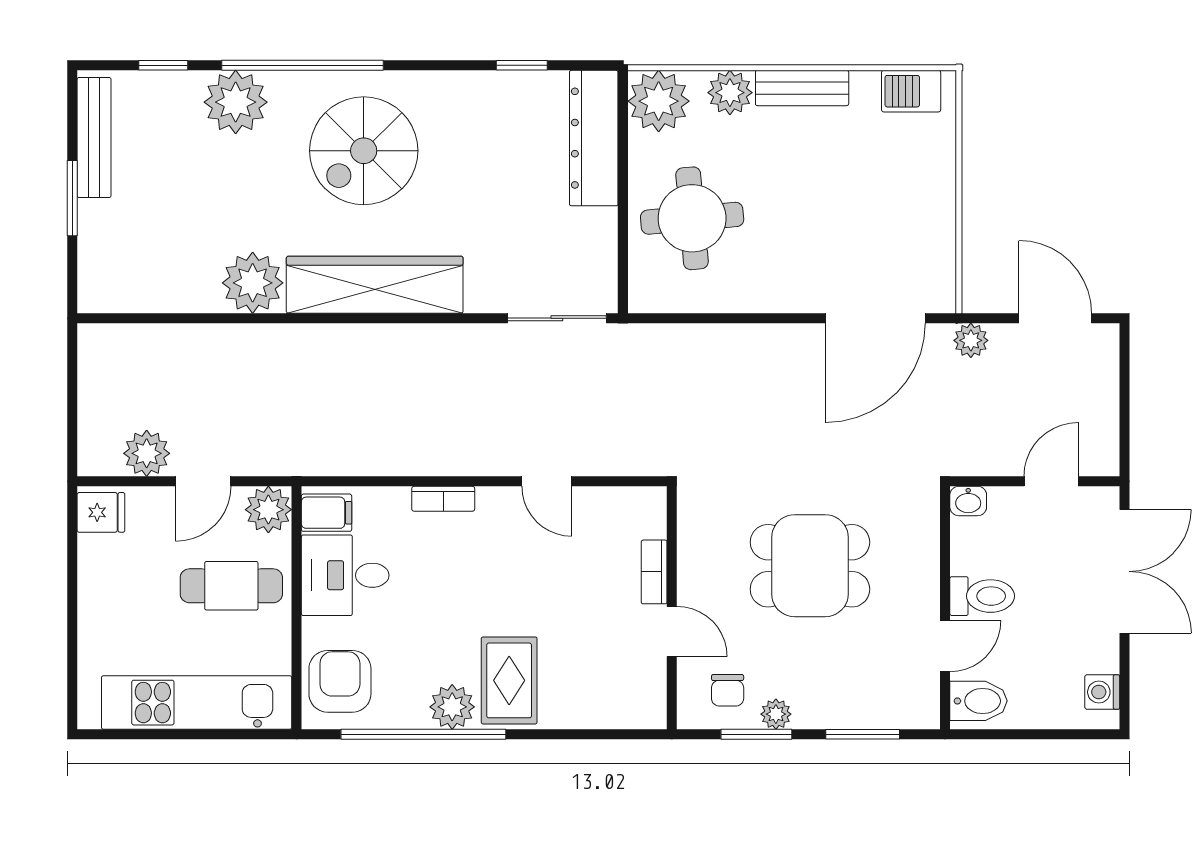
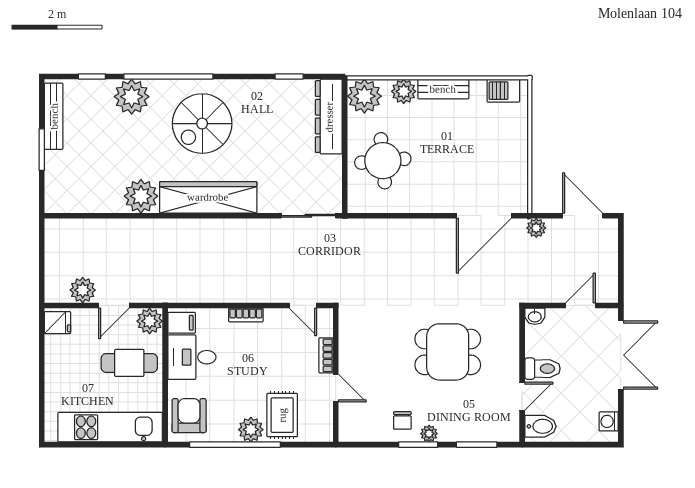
bookcase: (654, 572) -> (326, 355), moved
wall: (672, 608) -> (336, 375), moved
door: (672, 631) -> (336, 388), moved

